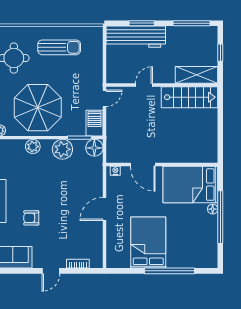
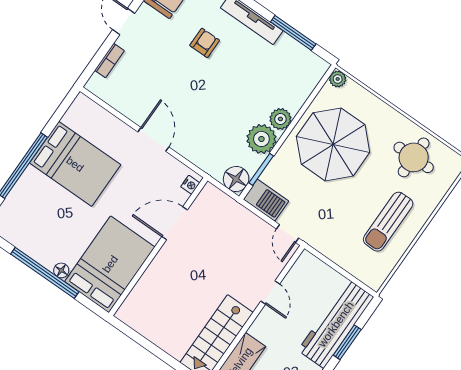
plant: (33, 147) -> (280, 119), moved

